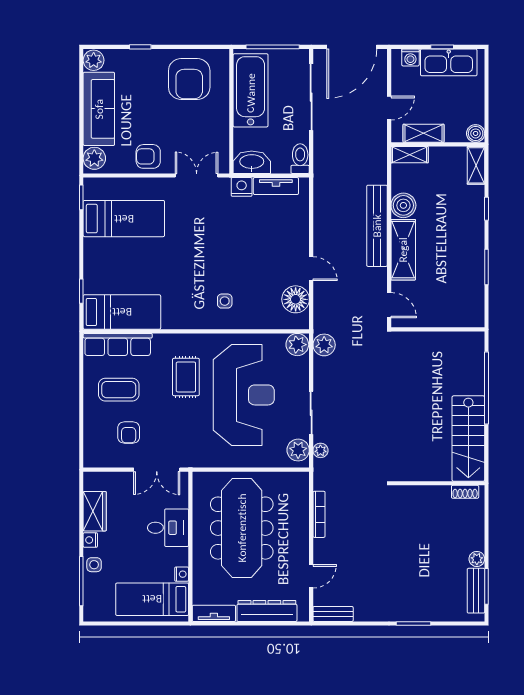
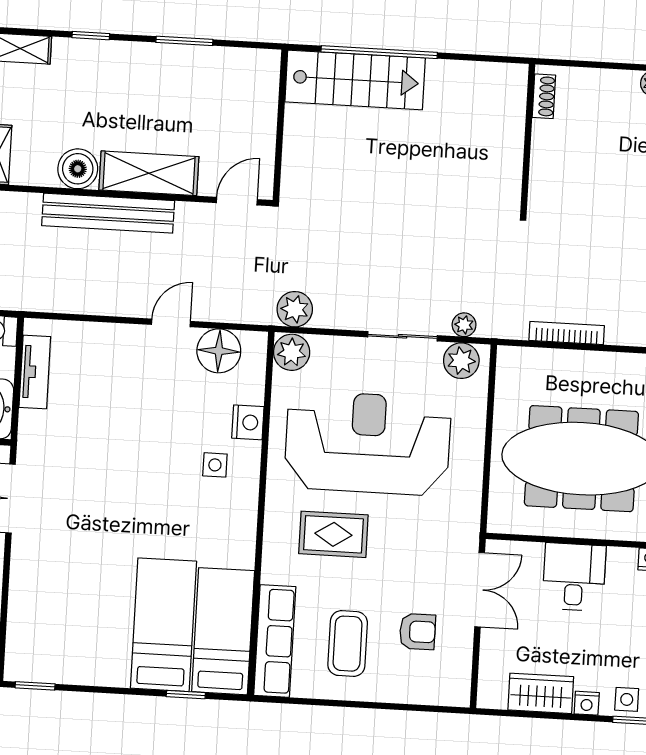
nightstand: (242, 187) -> (248, 422), moved, turned 180
bed: (124, 219) -> (163, 625), moved
stairs: (468, 439) -> (355, 80), moved

